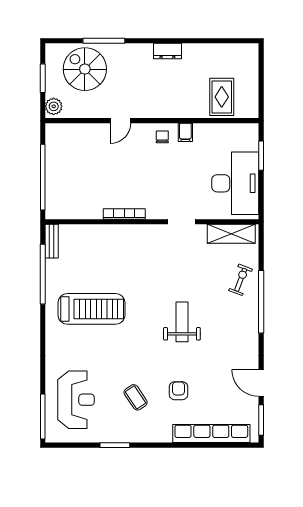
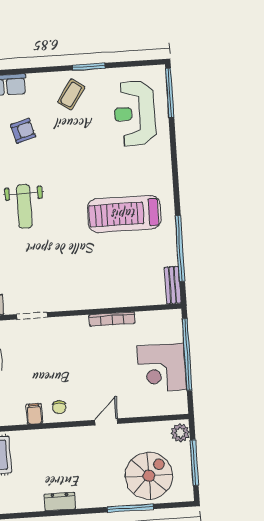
spiral stairs: (85, 69) -> (149, 476), turned -90
window: (43, 78) -> (194, 463), width x1.44
corner desk: (67, 167) -> (162, 368), added
bookcase: (124, 214) -> (112, 319), moved
armchair: (178, 391) -> (23, 131), turned -106
coffee table: (136, 397) -> (71, 95), moved, turned 68

